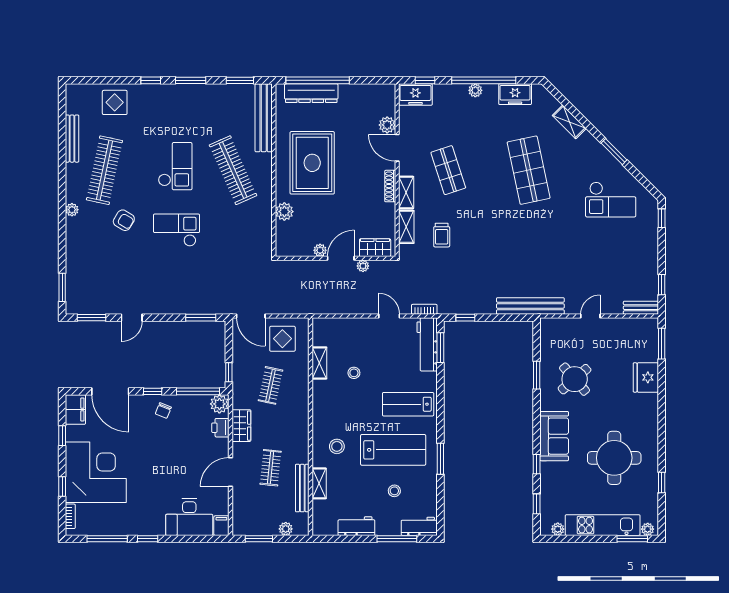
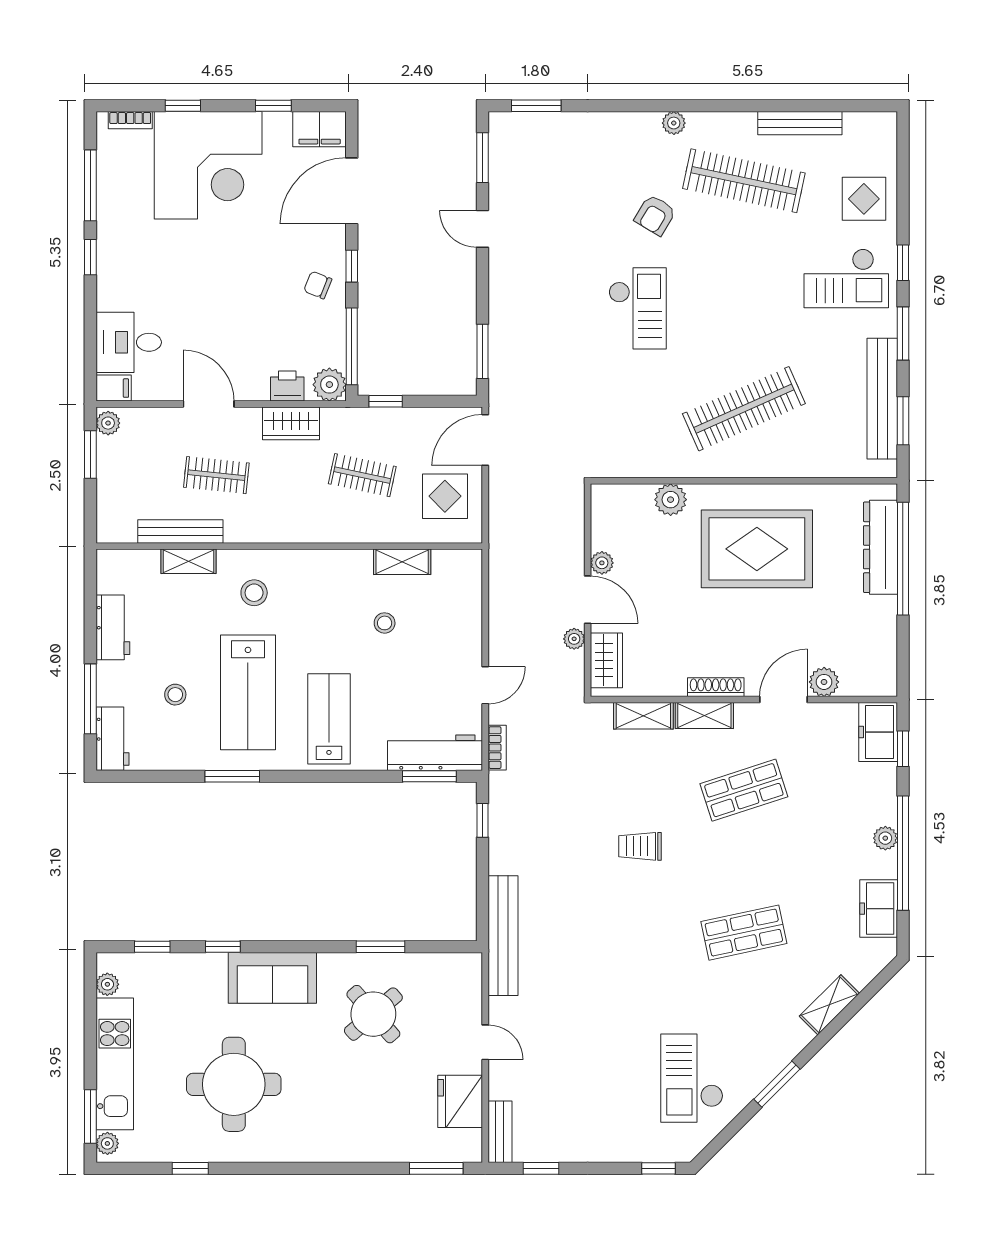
bench: (264, 118) -> (882, 399), moved, turned 90
checkout: (175, 166) -> (846, 278), moved
shop shelf: (529, 170) -> (744, 933), width x0.70, depth x0.74
trolley: (442, 235) -> (640, 846), moved
fridge: (646, 377) -> (460, 1101), moved, turned -90
desk: (189, 517) -> (129, 342), width x0.73
plant: (286, 529) -> (108, 423), moved

